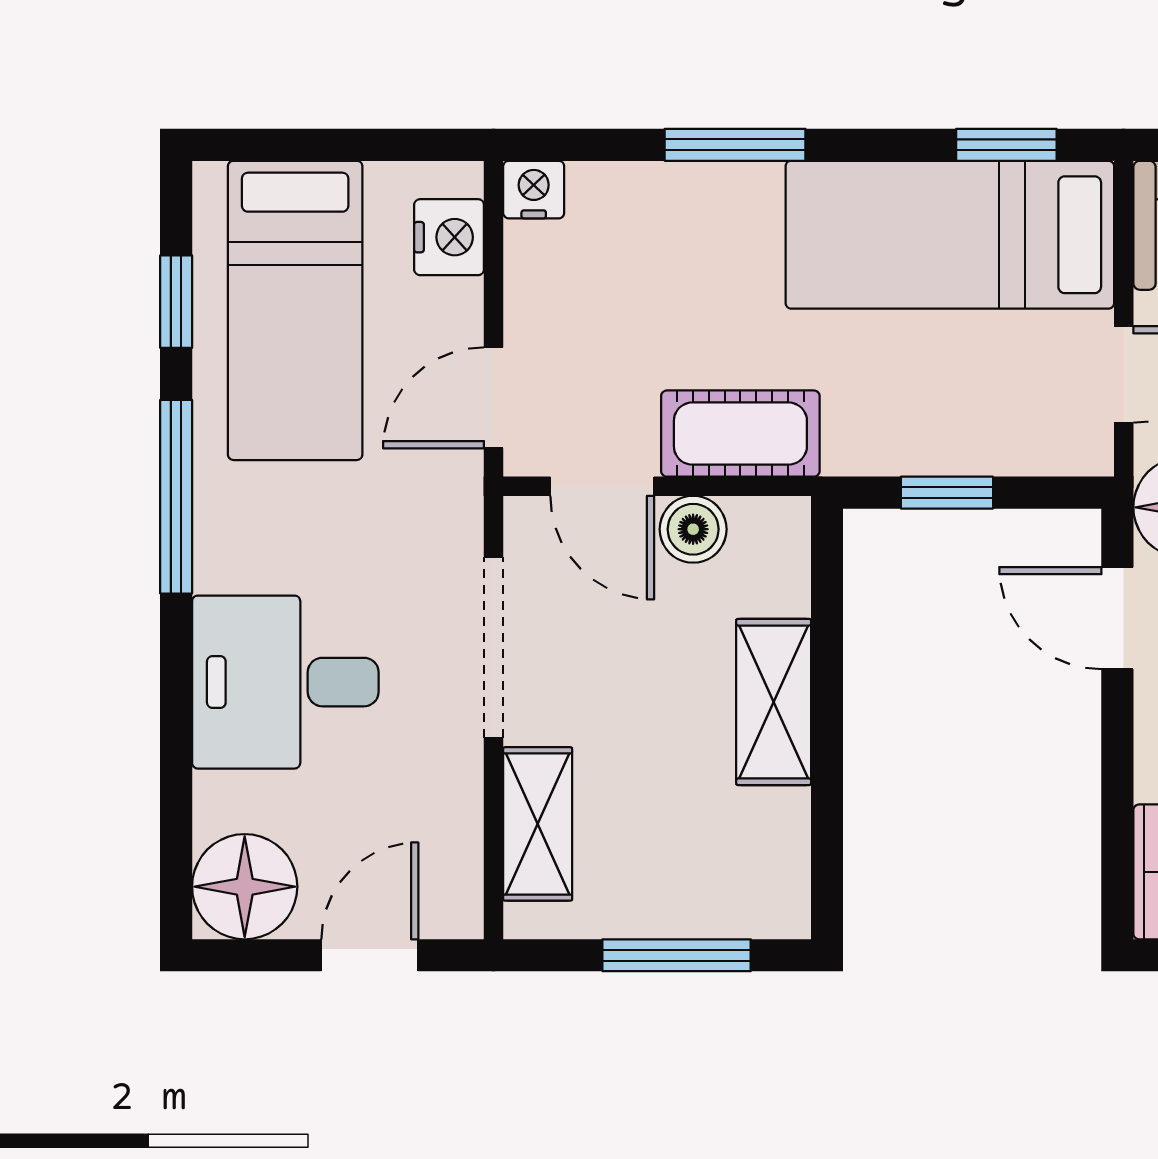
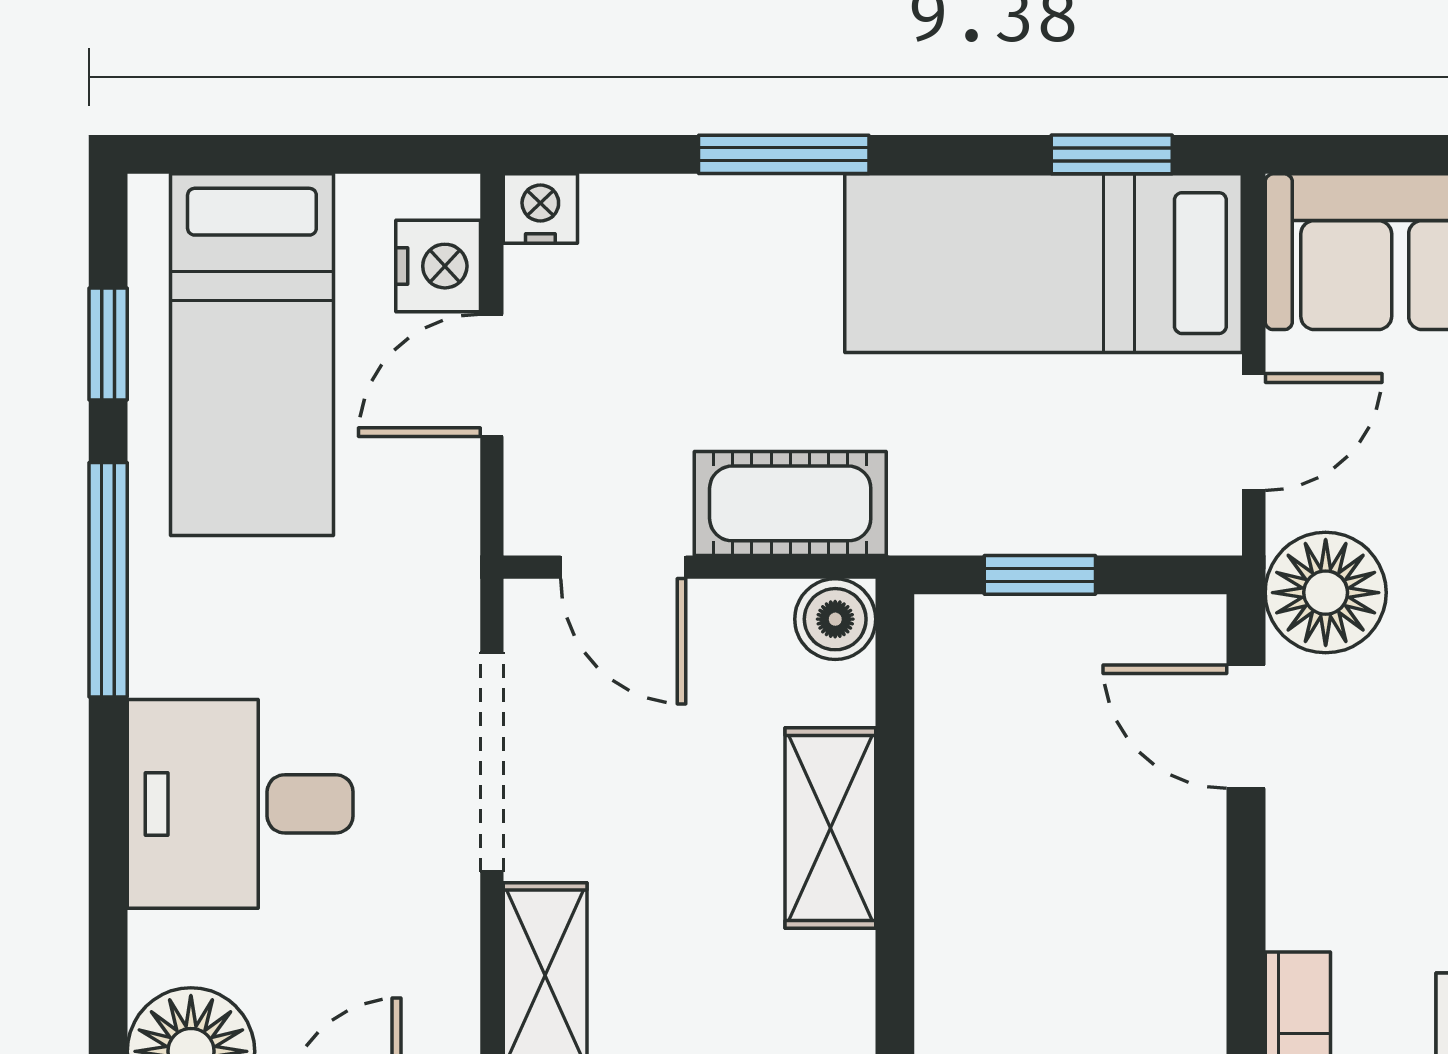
door: (494, 398) -> (492, 375), moved
boiler: (693, 529) -> (835, 619), moved

